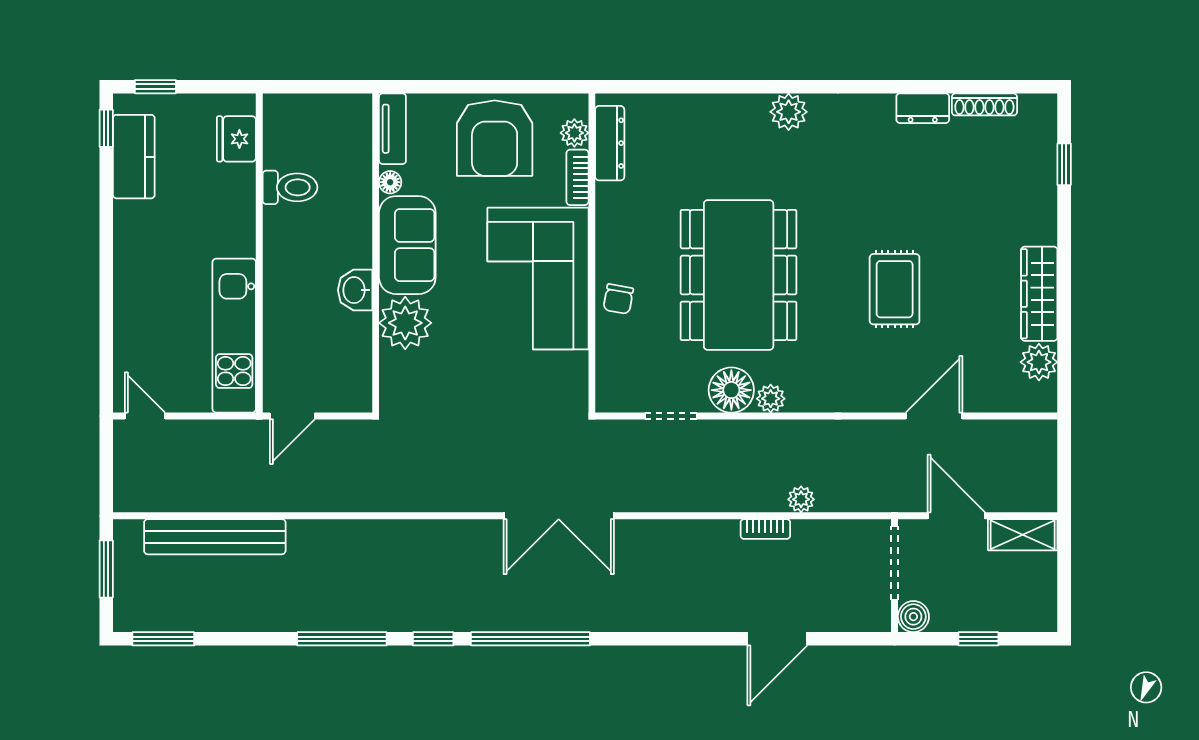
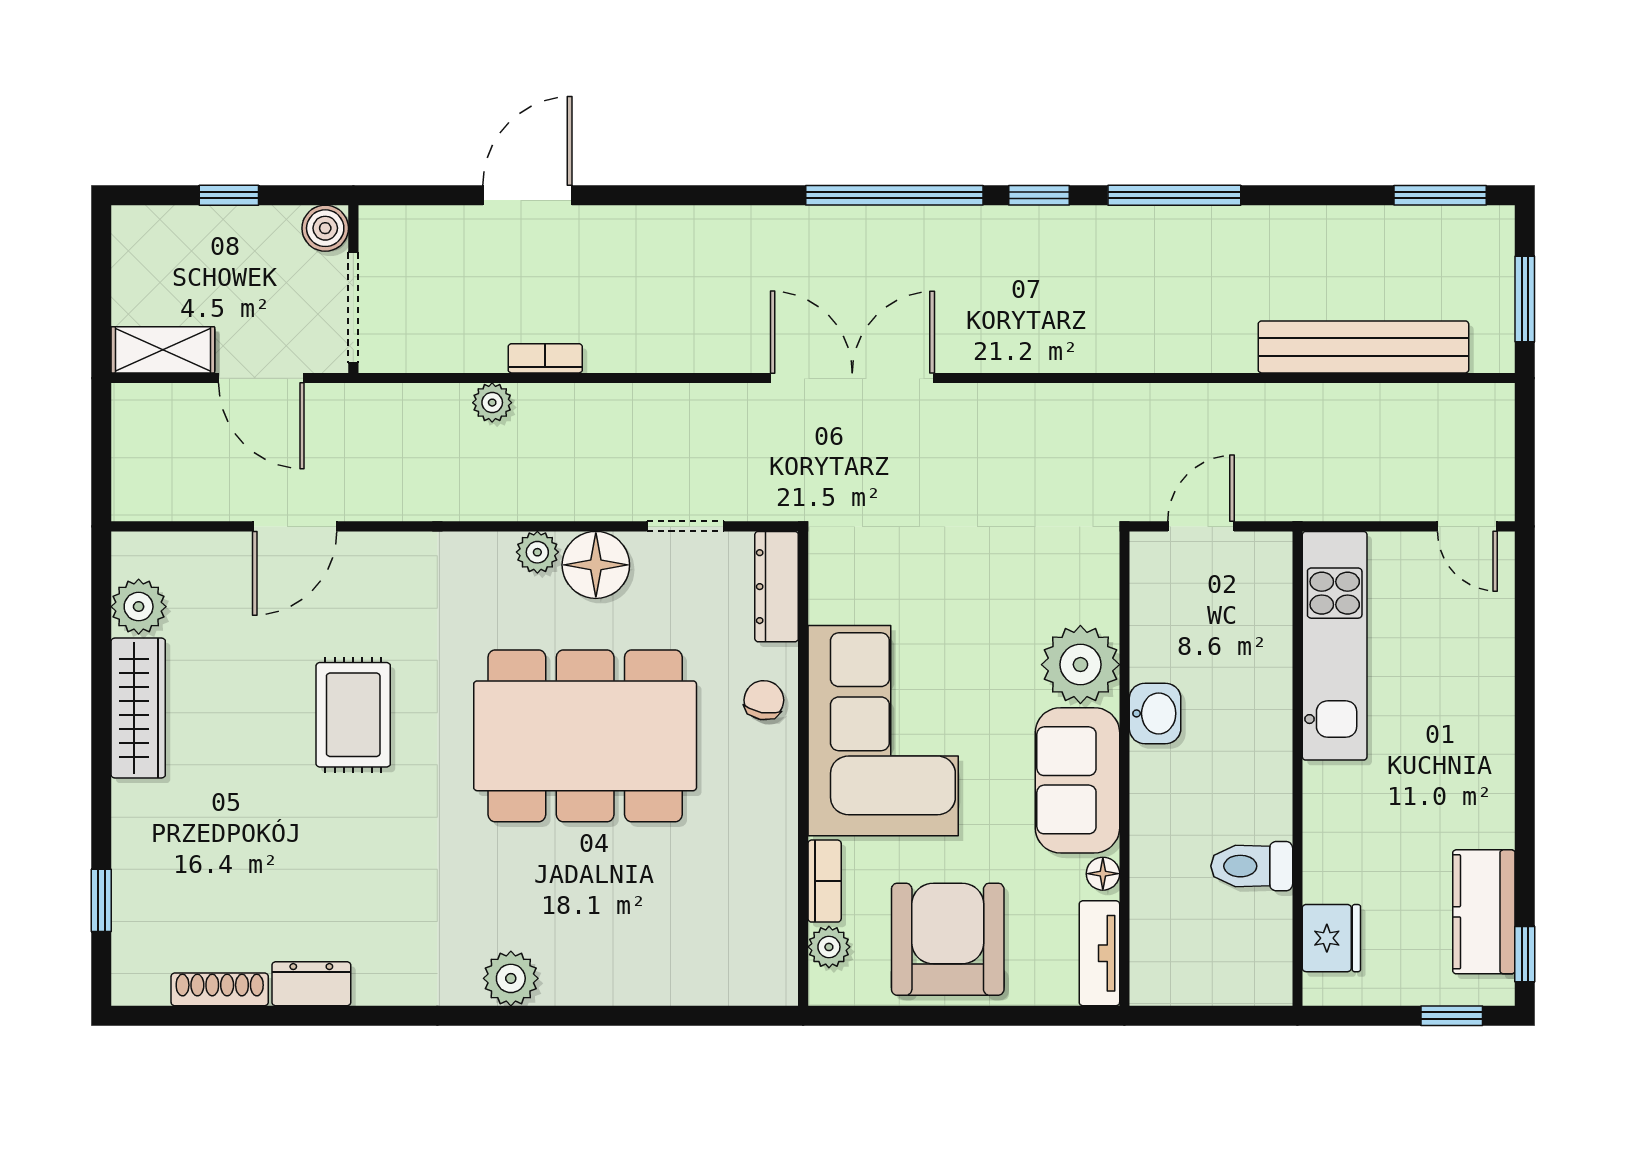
dresser: (610, 143) -> (777, 587), moved
dining table: (739, 275) -> (585, 736), turned 90
door: (292, 416) -> (1201, 526), moved

